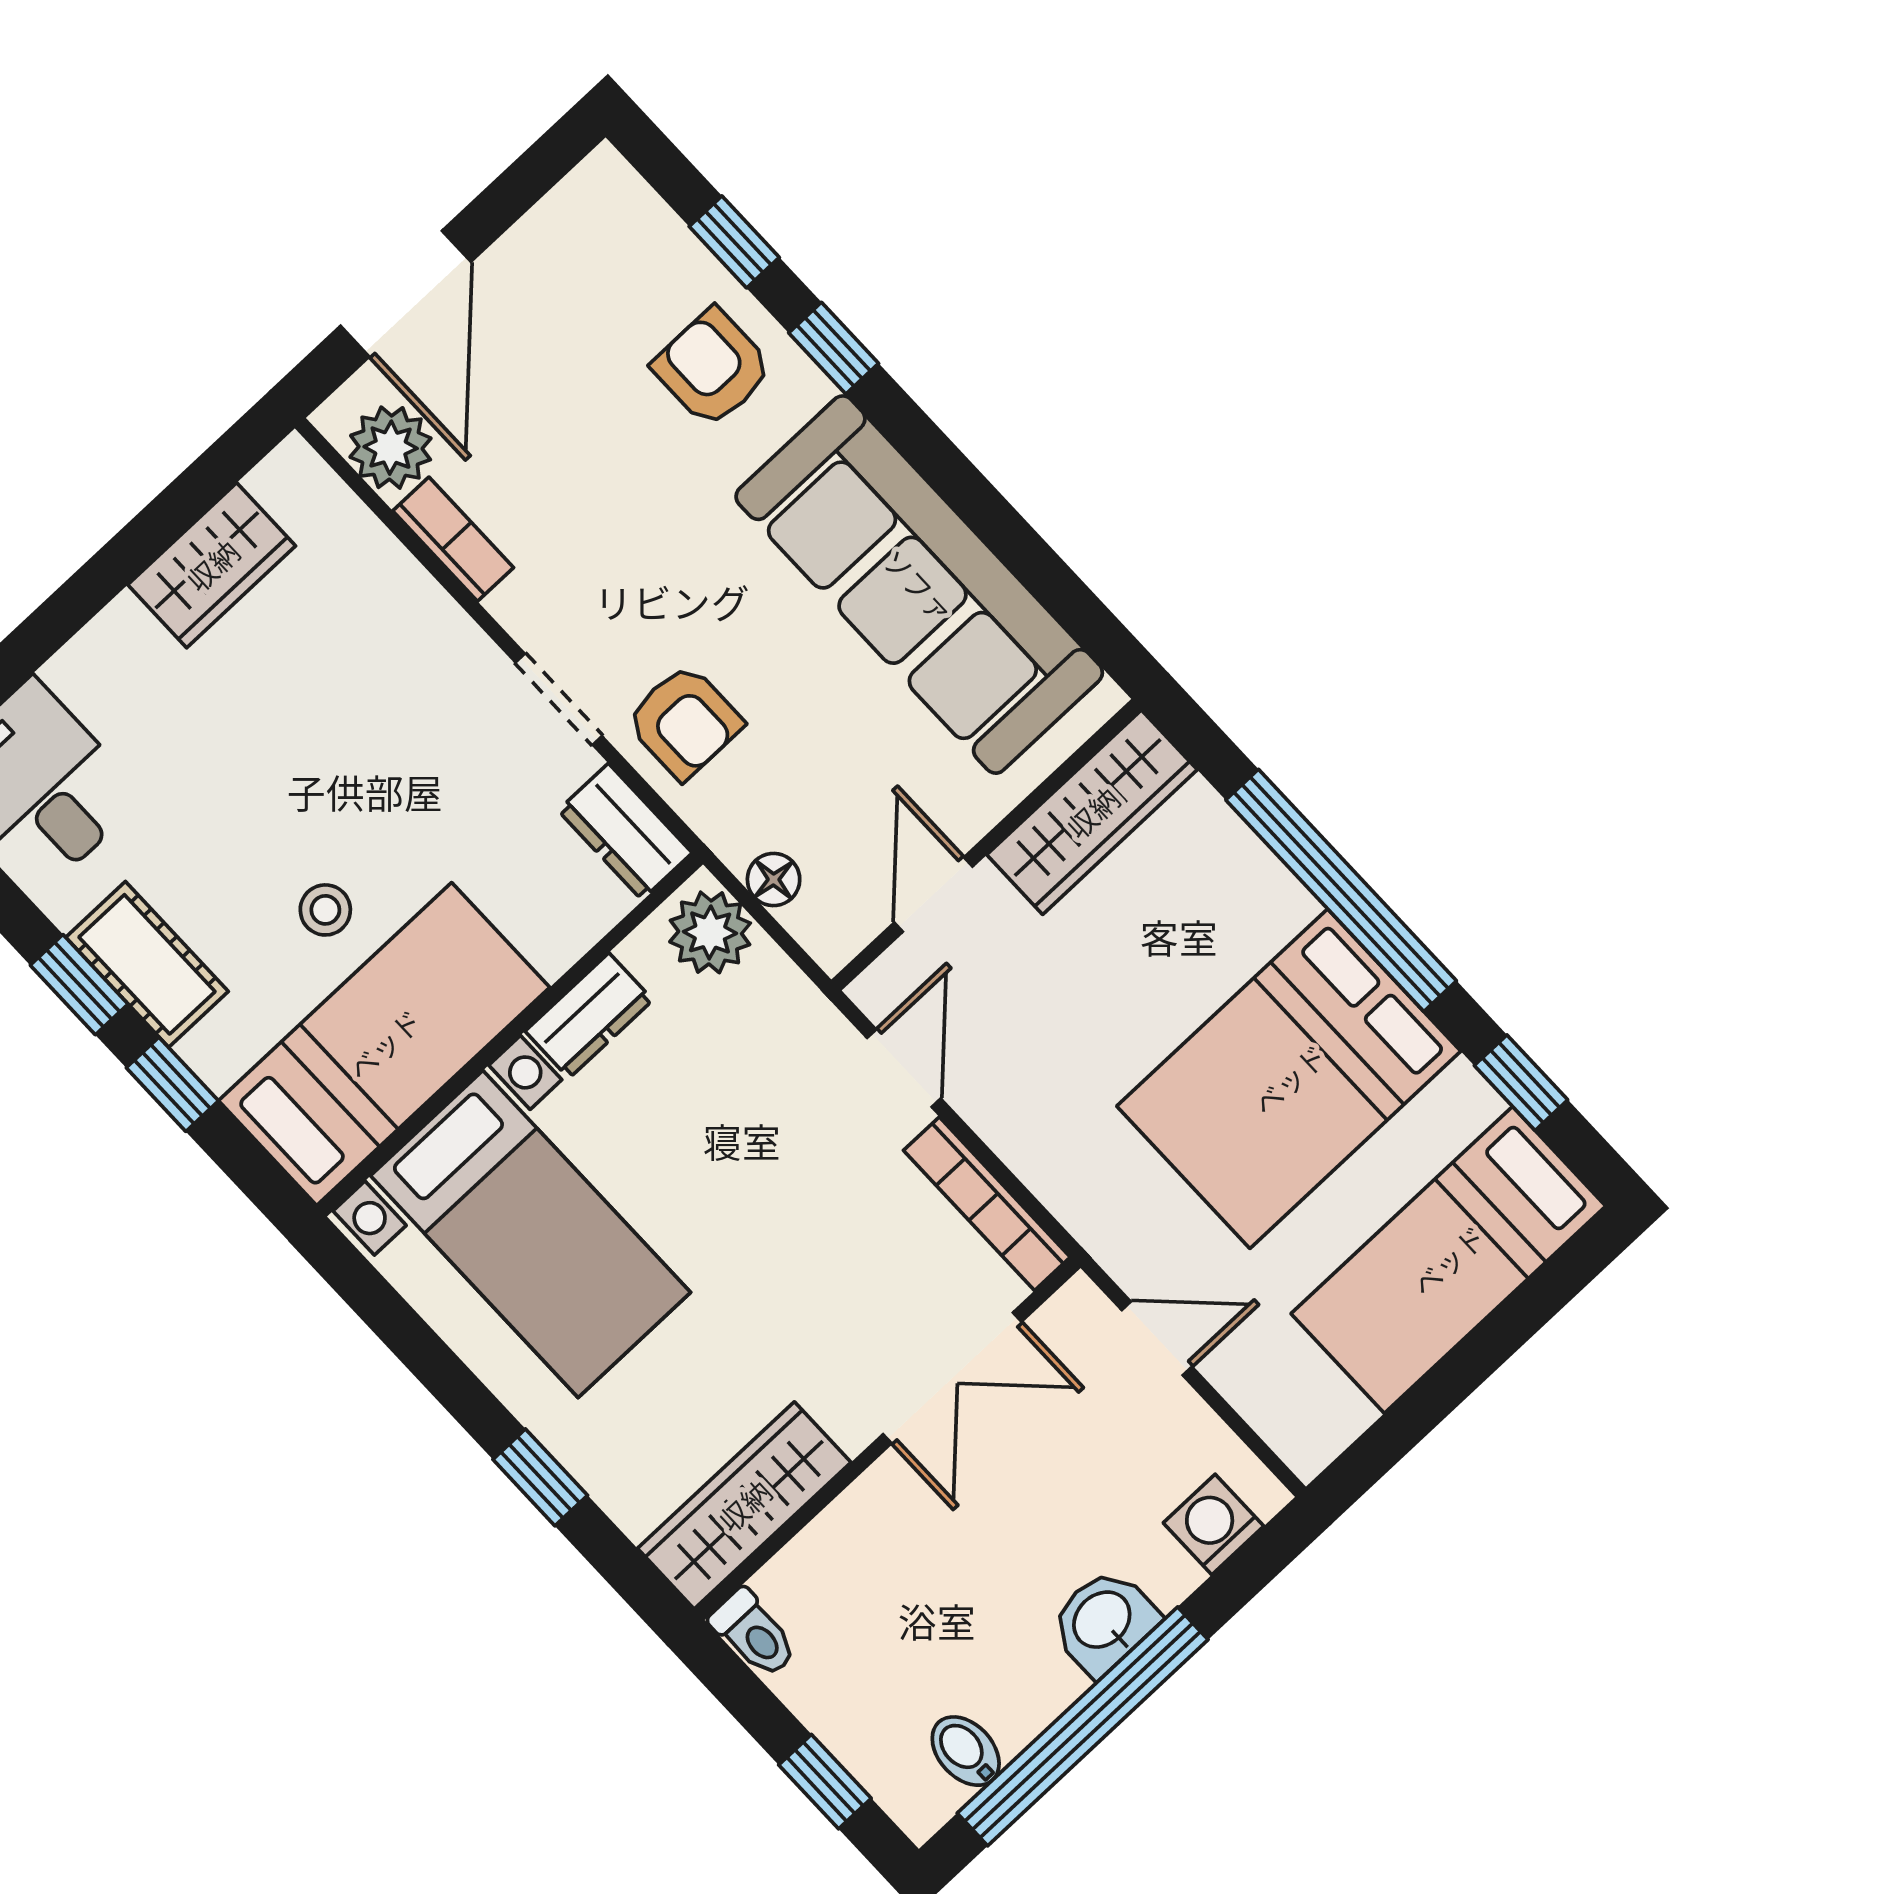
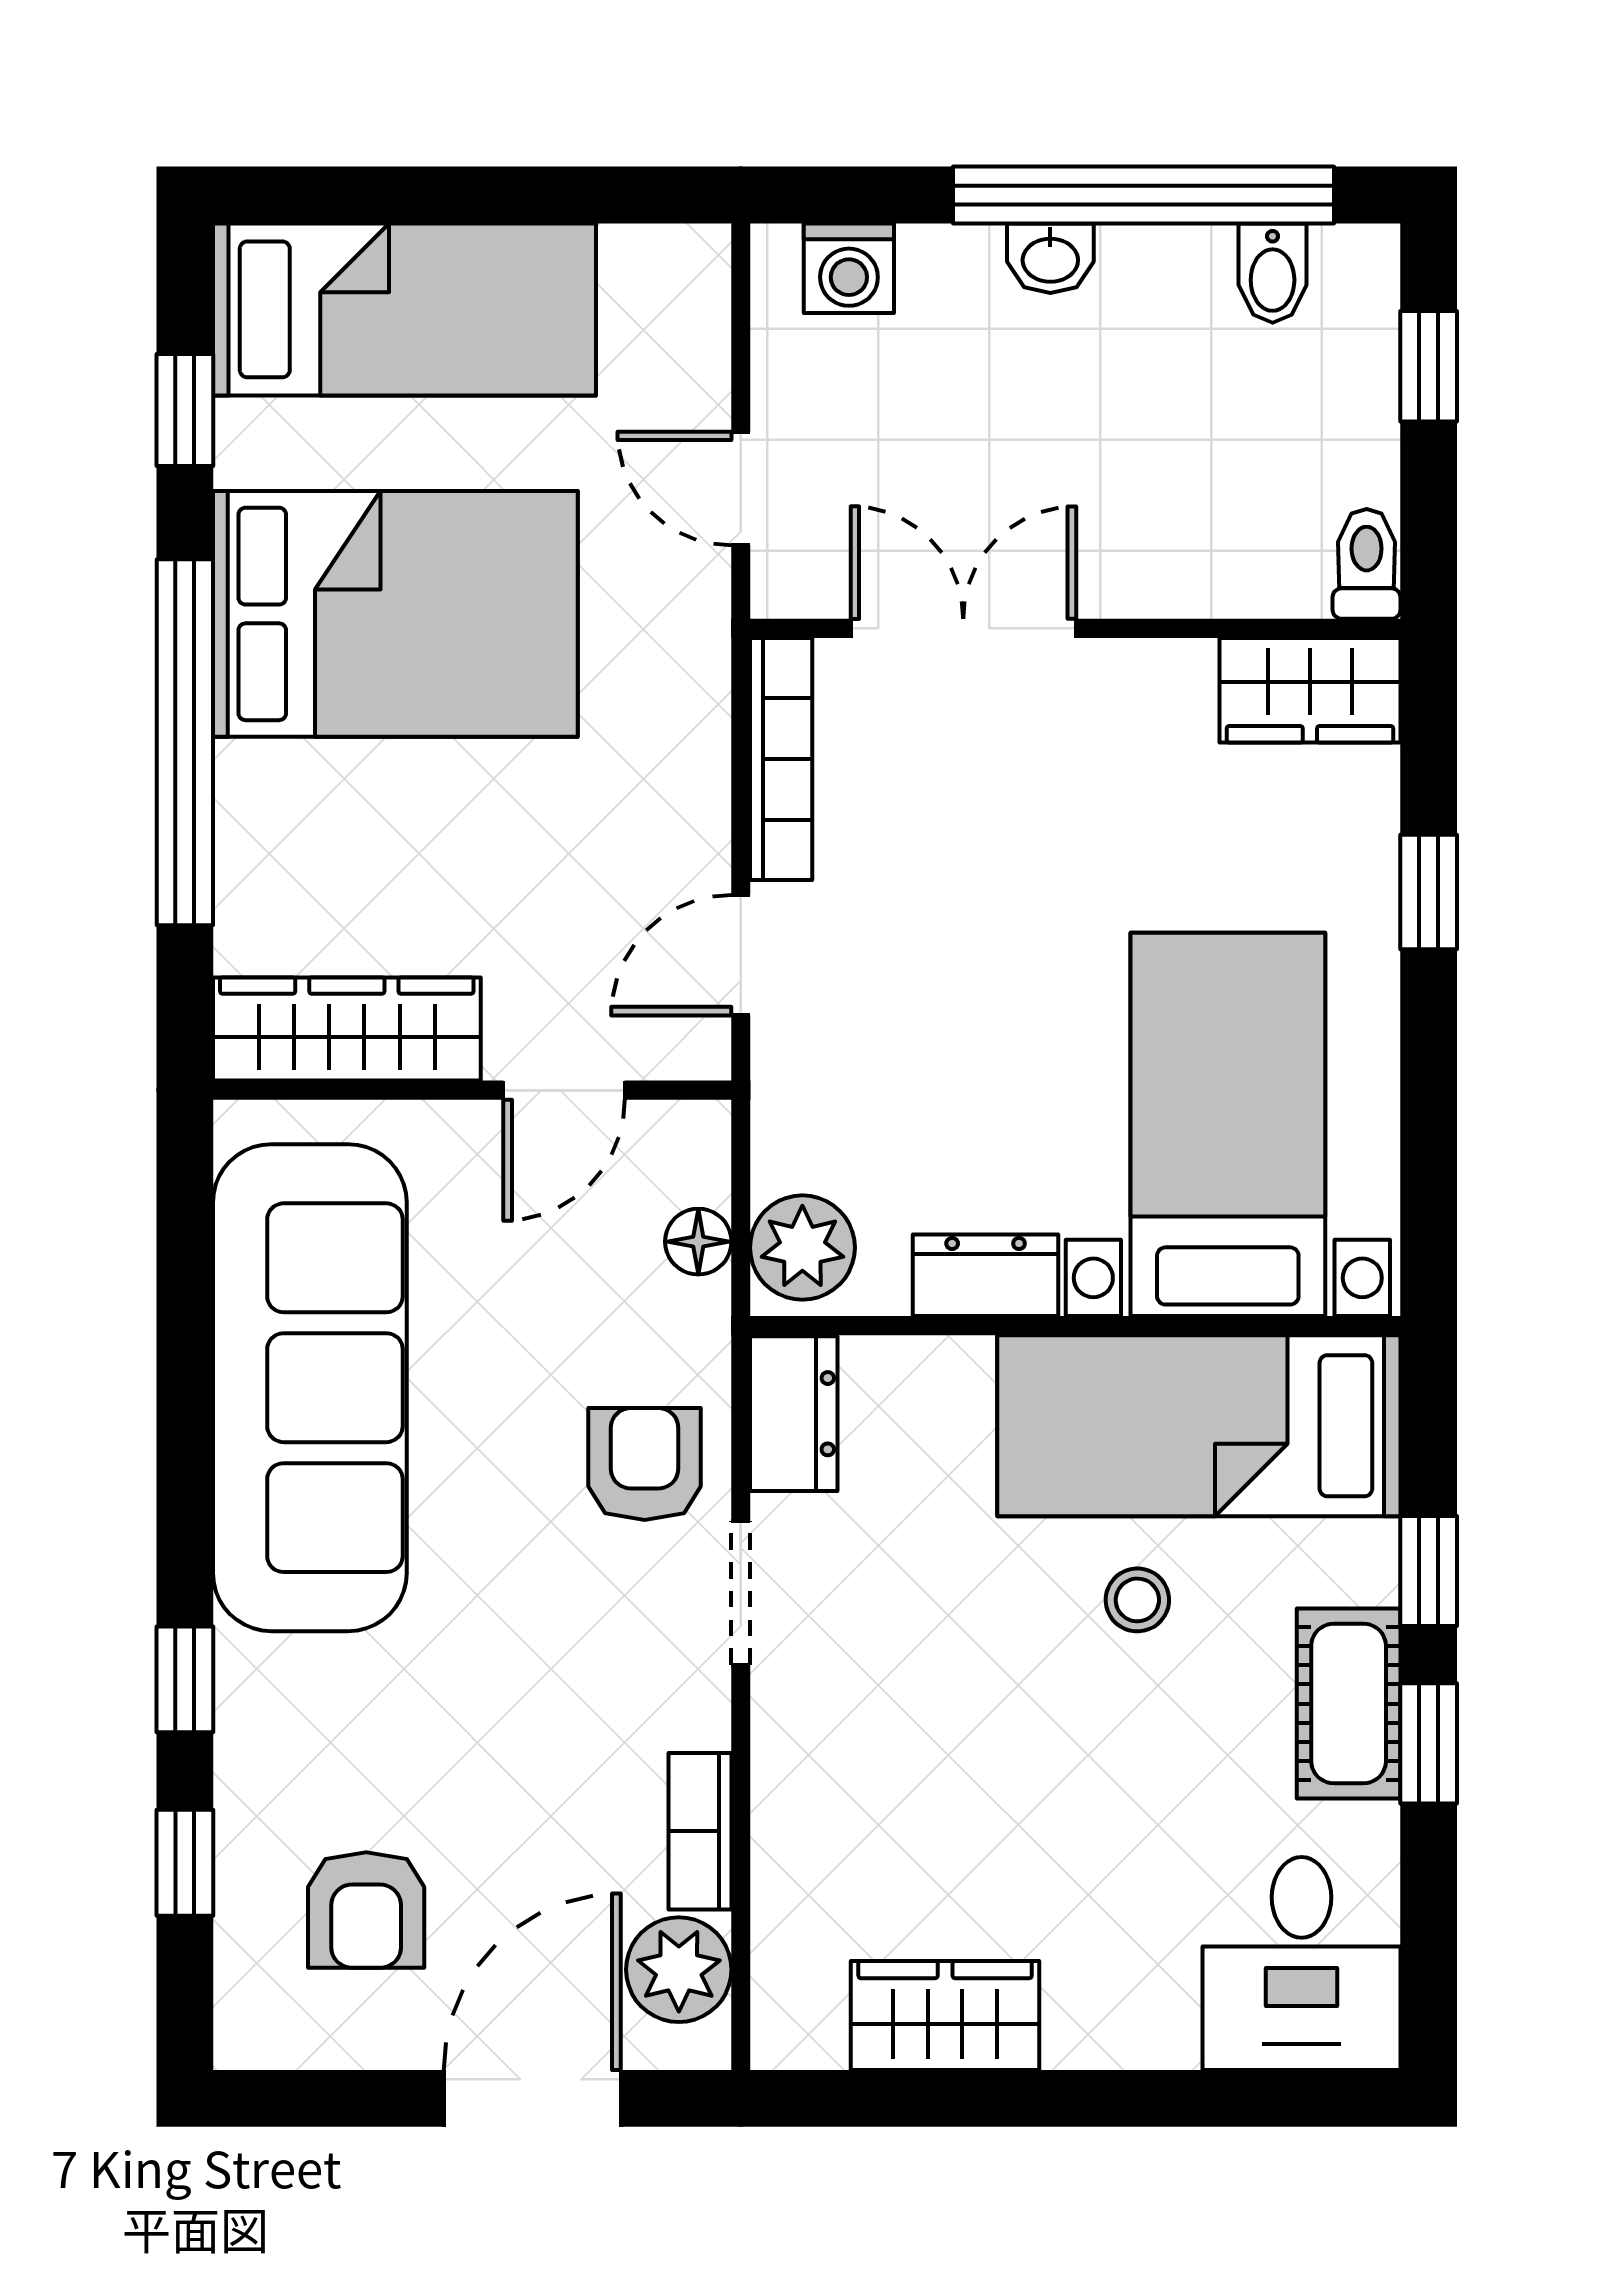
armchair: (713, 368) -> (366, 1910), moved
wardrobe: (744, 1505) -> (1310, 690), width x0.67
washbasin: (1103, 1621) -> (1050, 258), width x0.72, depth x0.69

